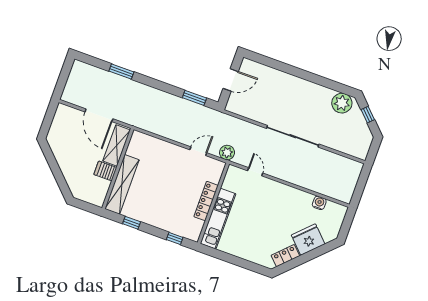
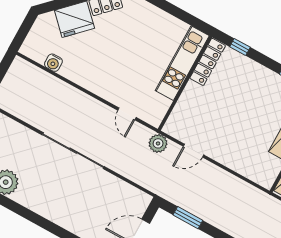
locker: (206, 201) -> (208, 62), moved

